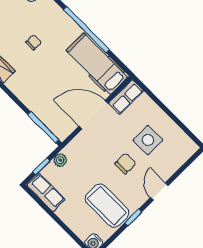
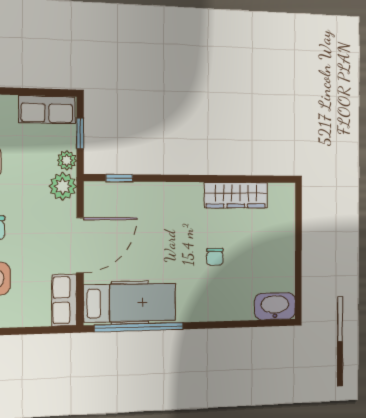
window: (86, 30) -> (139, 327), moved
window: (43, 127) -> (119, 178), width x0.46
plant: (74, 150) -> (63, 186), added

